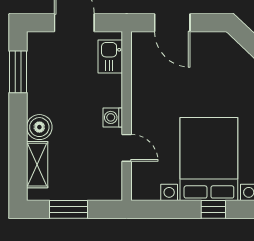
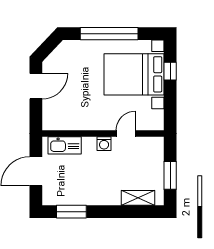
door: (172, 23) -> (36, 86), moved
kitchen sink: (110, 56) -> (65, 145), width x1.38
boiler: (39, 127) -> (111, 196), removed

